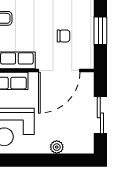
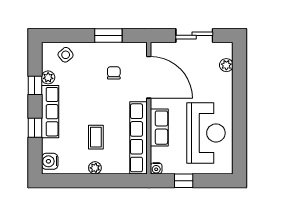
plant: (57, 147) -> (226, 65), moved

